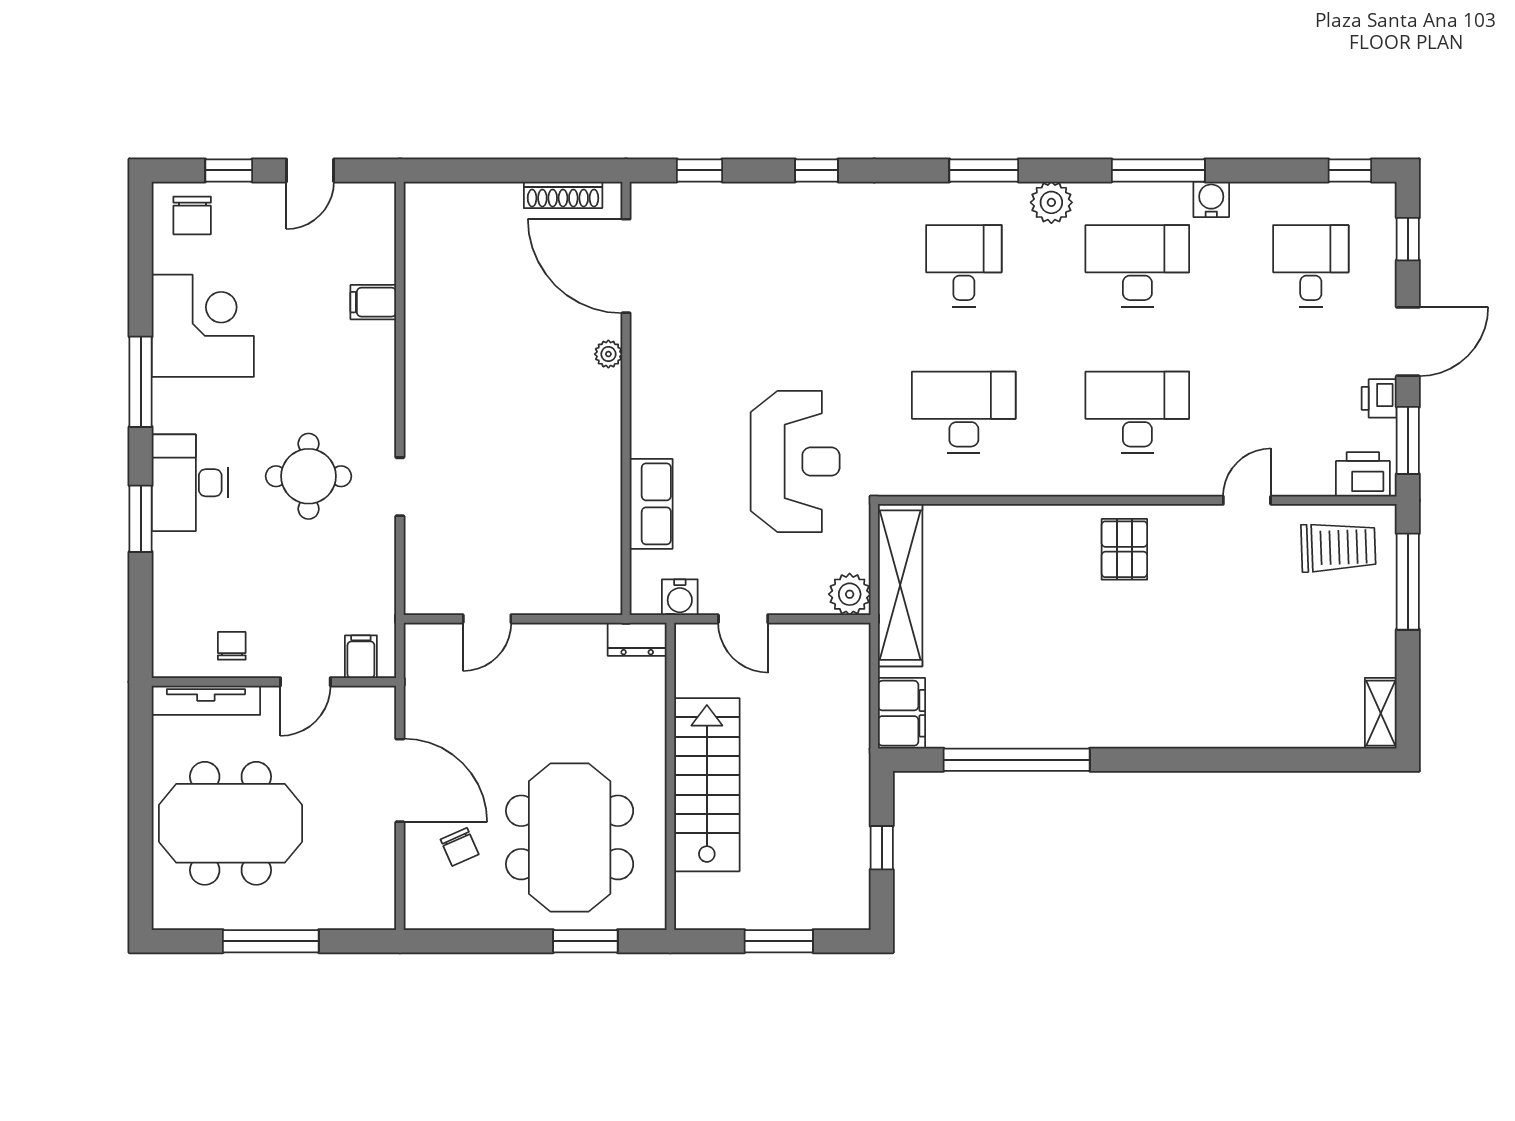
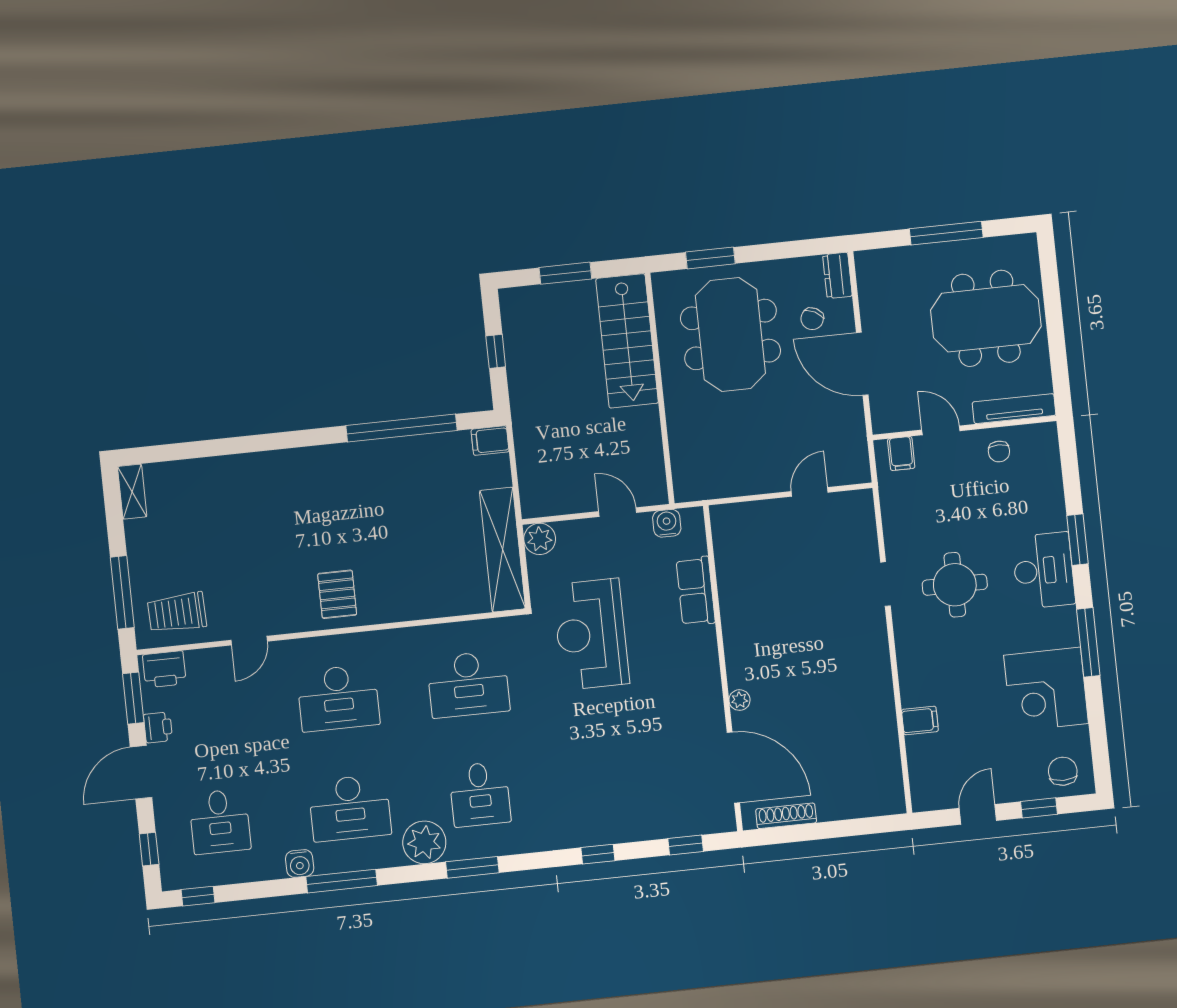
plant: (1051, 202) -> (424, 842), width x1.36, depth x1.36
dresser: (637, 639) -> (837, 275), moved, turned -90
door: (305, 682) -> (941, 430), hinge flipped
filing cabinet: (901, 713) -> (490, 441), width x0.50
stairs: (707, 785) -> (627, 341), moved
chair: (460, 847) -> (812, 319), turned -128

